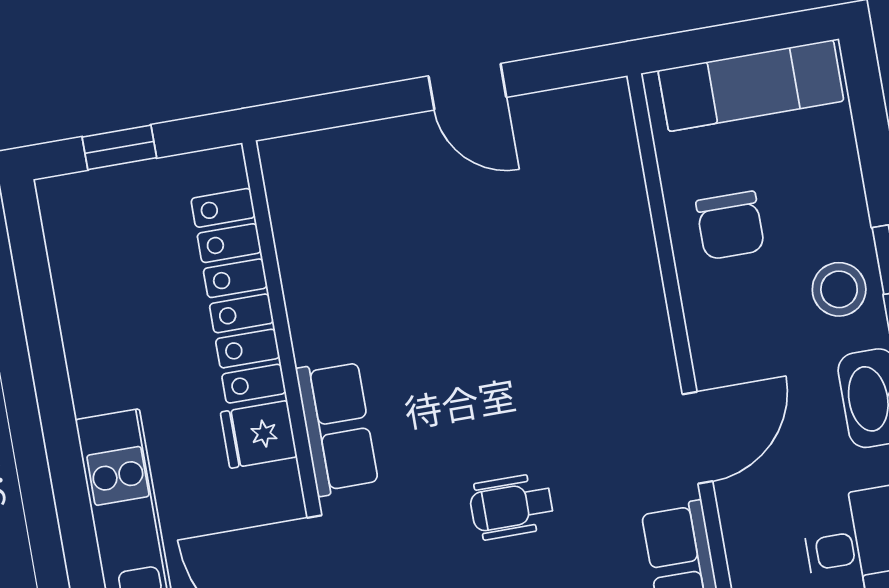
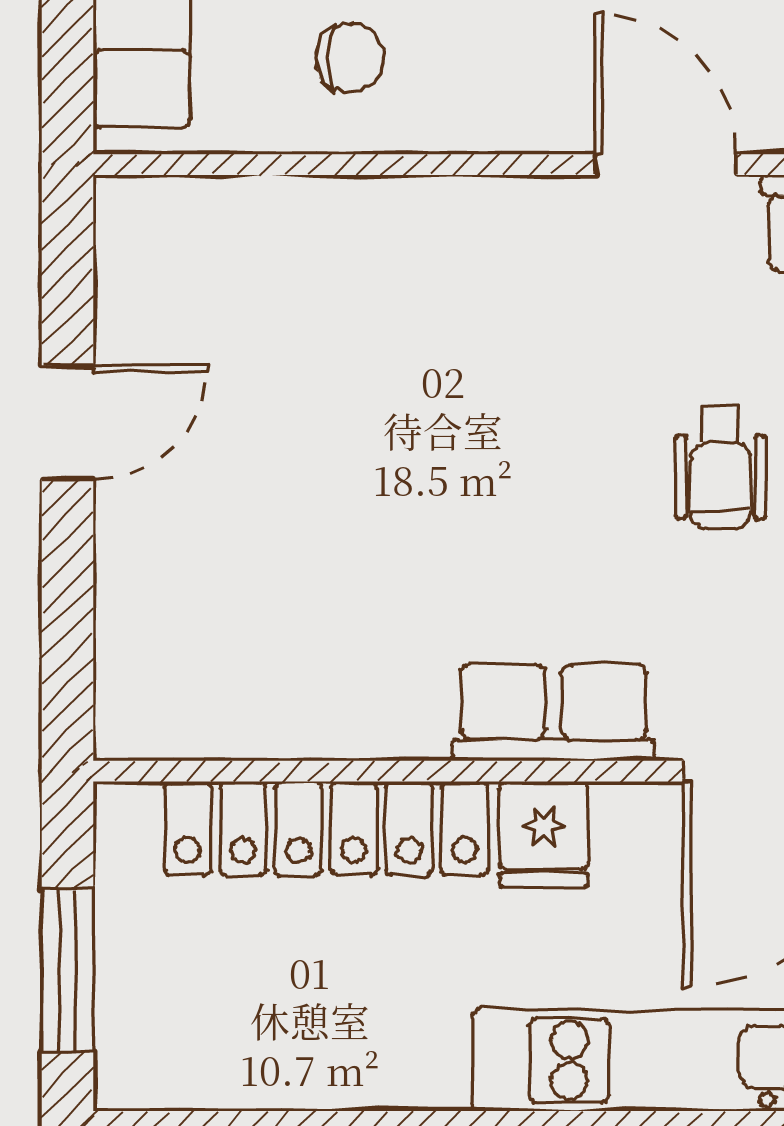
window: (119, 147) -> (68, 971), width x1.50
chair: (730, 225) -> (350, 58), width x0.73, depth x0.73

